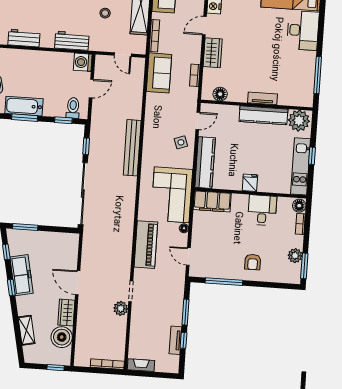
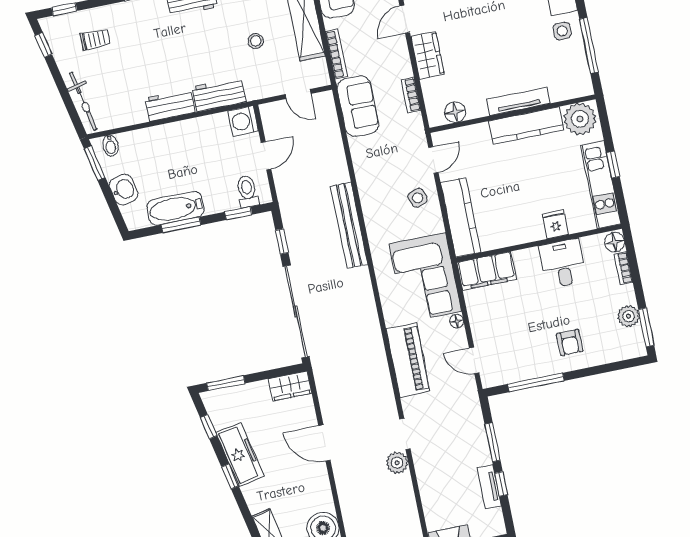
workbench: (24, 38) -> (170, 105), moved
side table: (303, 61) -> (562, 31), added
tv unit: (263, 98) -> (518, 101), width x1.41
fridge: (250, 183) -> (556, 224), moved
wardrobe: (66, 313) -> (290, 386), moved, turned -90

